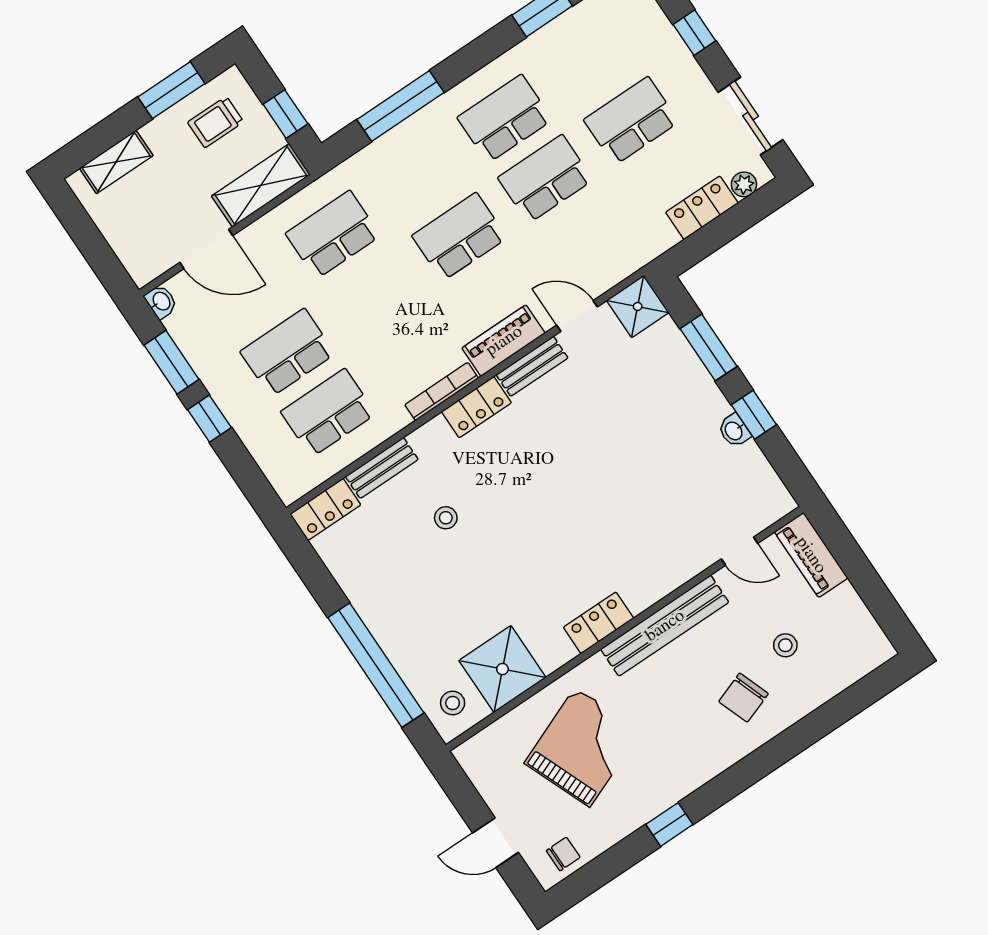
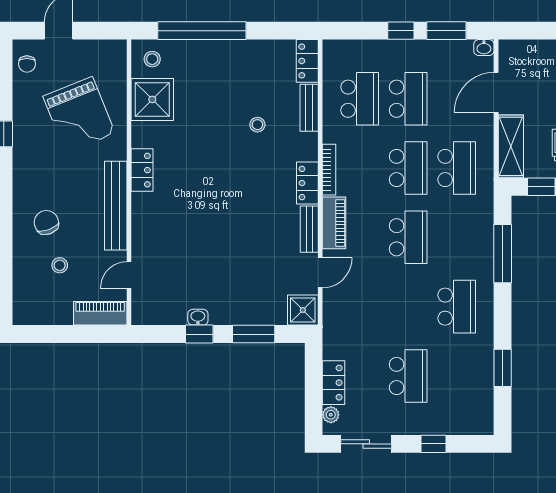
school desk: (545, 179) -> (408, 168), moved

